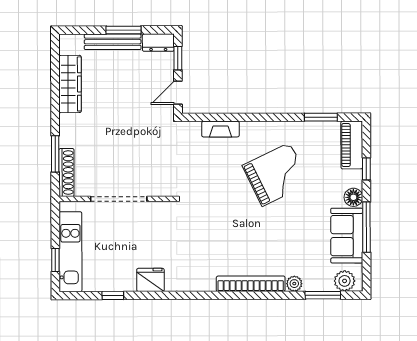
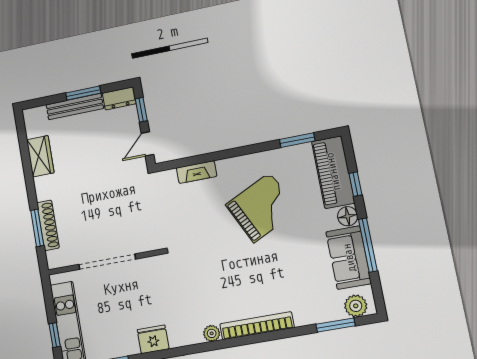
wardrobe: (70, 84) -> (40, 156), width x0.67
piano: (352, 145) -> (333, 172), width x1.37, depth x1.33
shoe rack: (66, 173) -> (48, 225), moved
plant: (294, 284) -> (212, 333), moved

